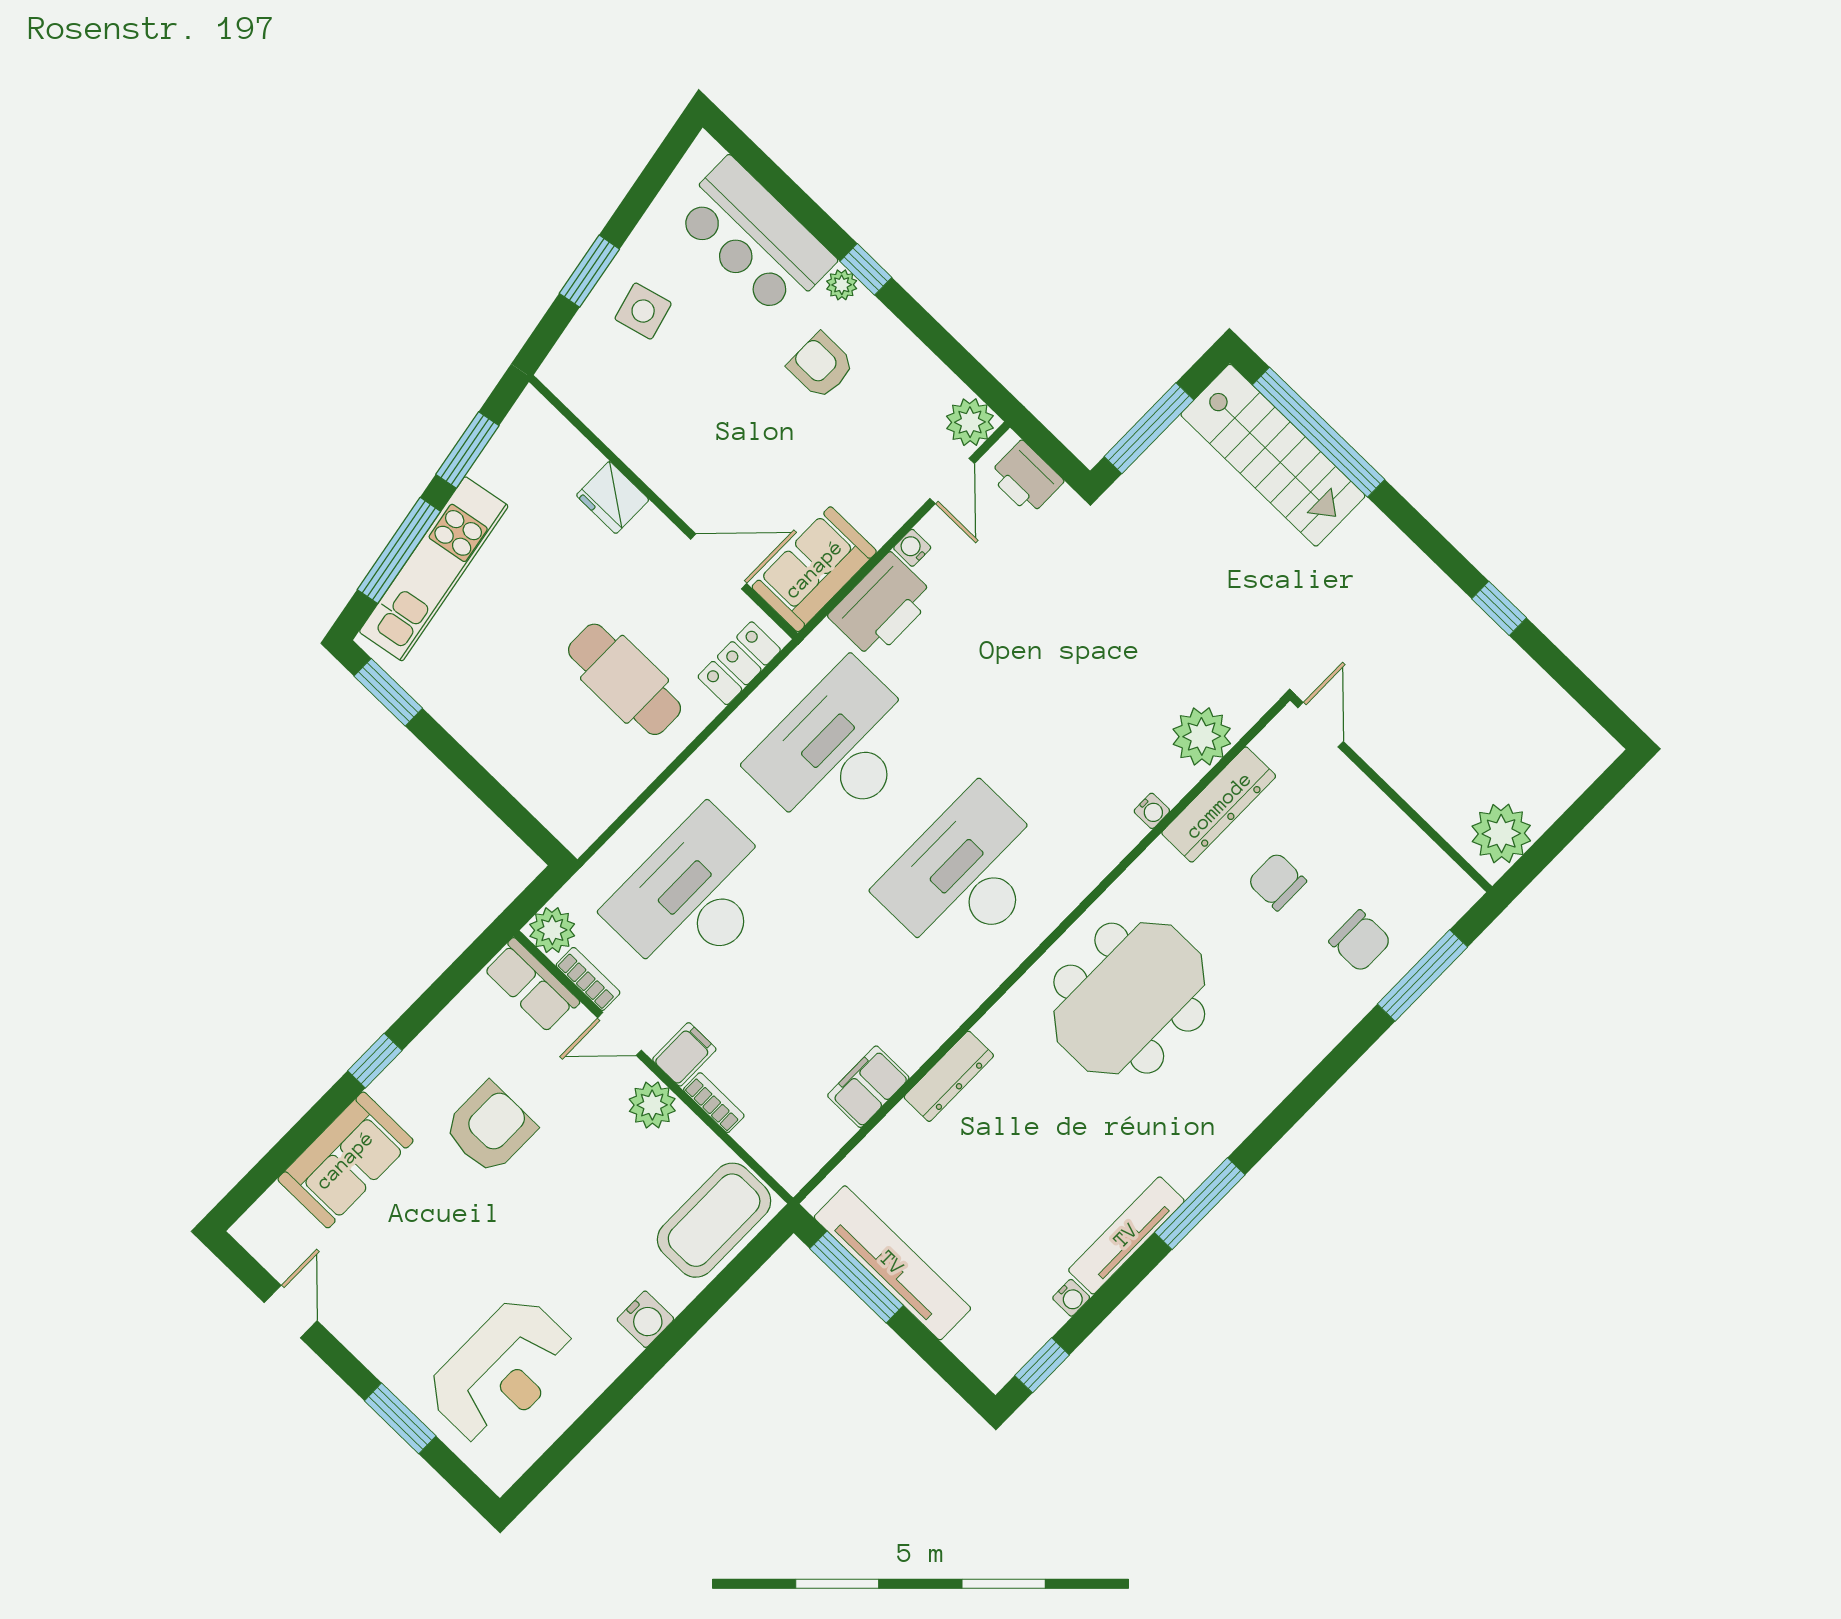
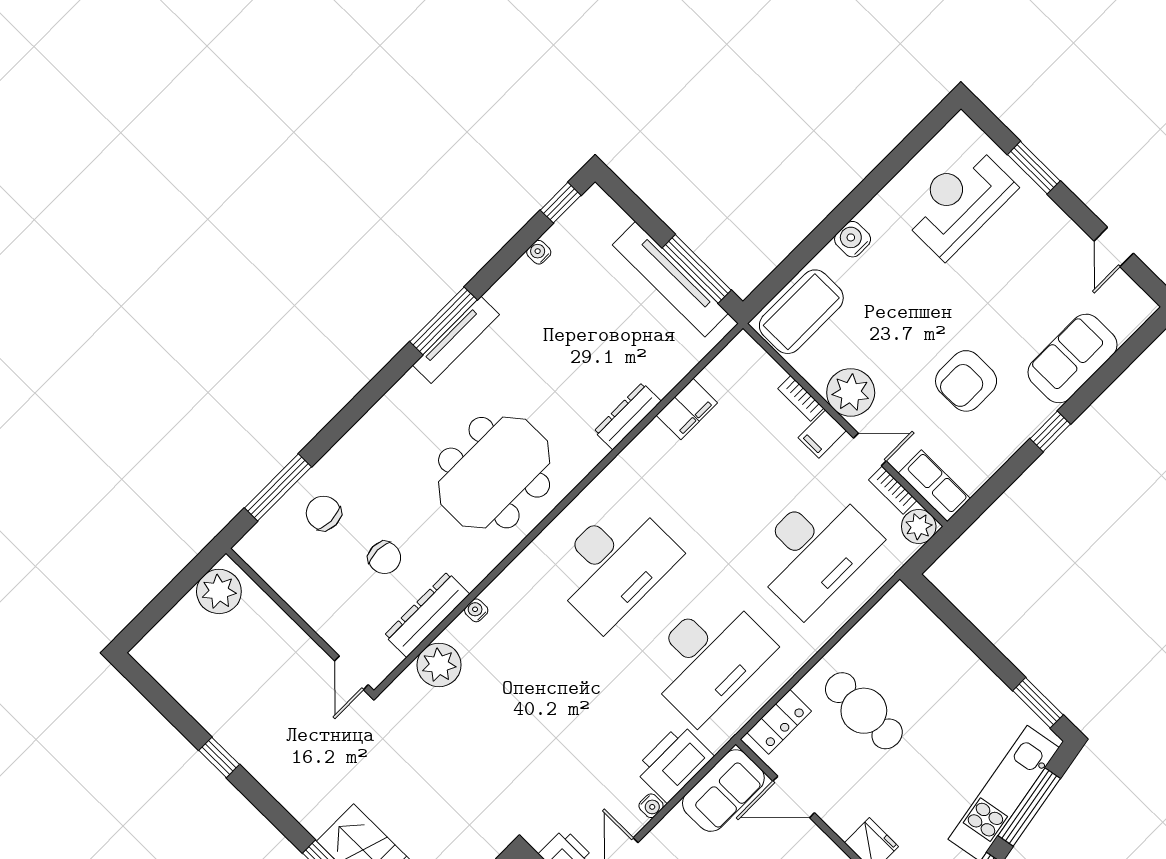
plant: (652, 1105) -> (851, 392), width x1.36, depth x1.36
tv unit: (1126, 1235) -> (456, 340), moved

